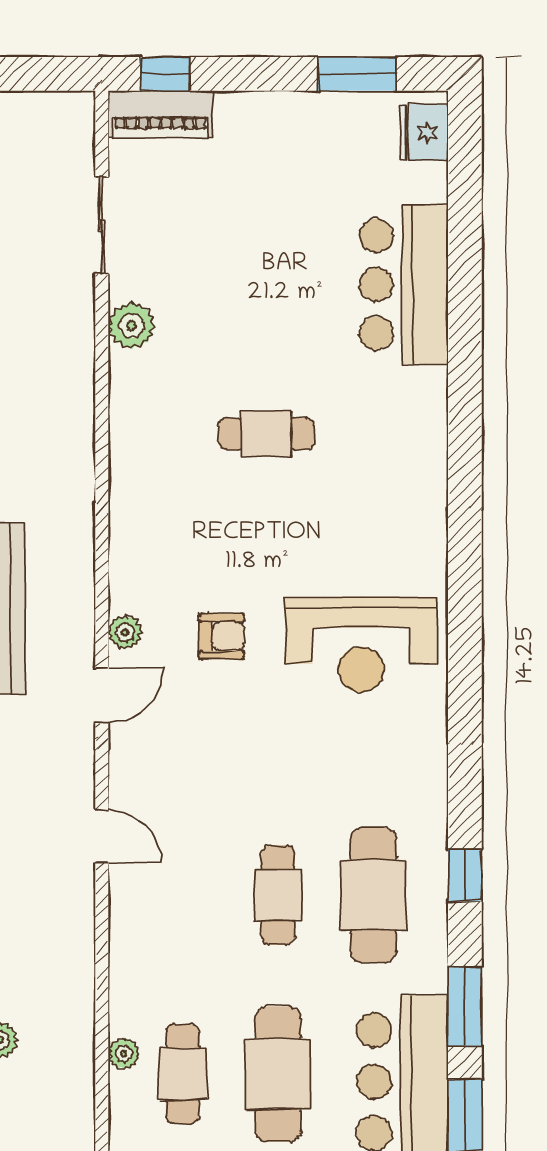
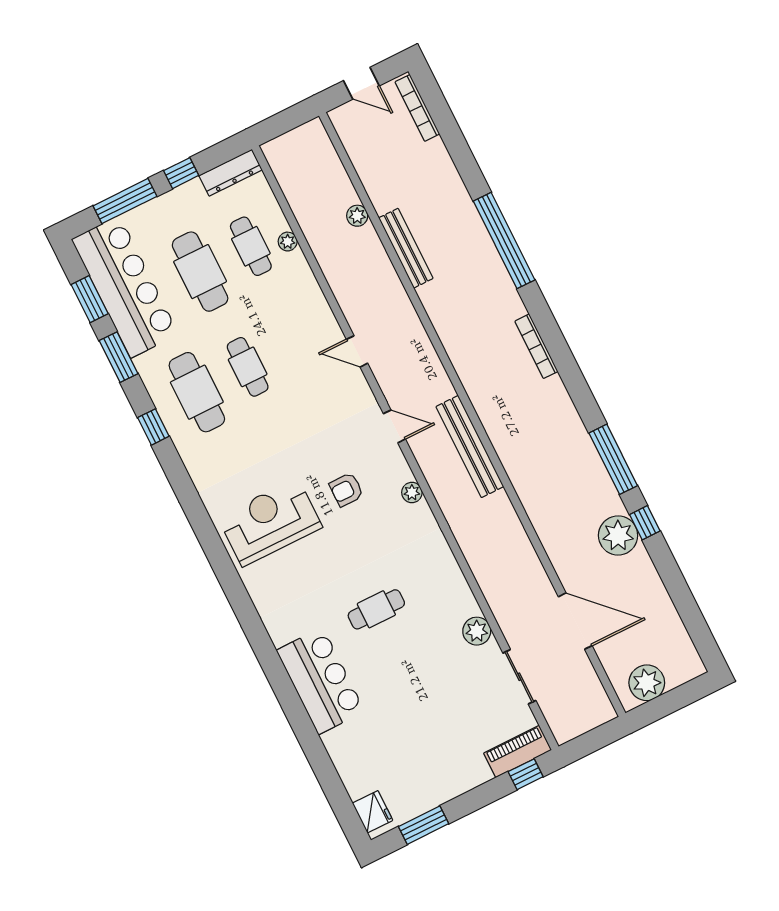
bar counter: (404, 284) -> (321, 681), moved
plant: (125, 632) -> (412, 492), moved
door: (102, 695) -> (394, 426), swing flipped

